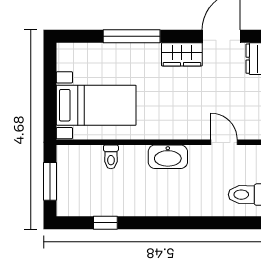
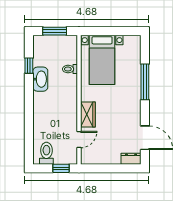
wardrobe: (182, 54) -> (88, 114), moved, turned 180
washbasin: (168, 157) -> (40, 79), moved, turned 180

